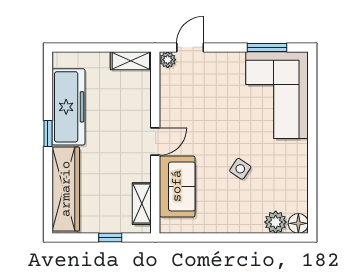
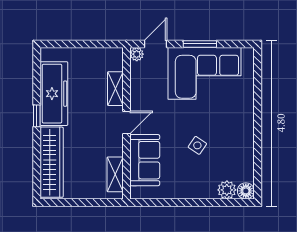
window: (267, 47) -> (200, 44), moved
shelving: (131, 61) -> (115, 89), moved, turned 90
corner sofa: (277, 95) -> (205, 73), moved, turned -90
window: (110, 237) -> (89, 203), removed

